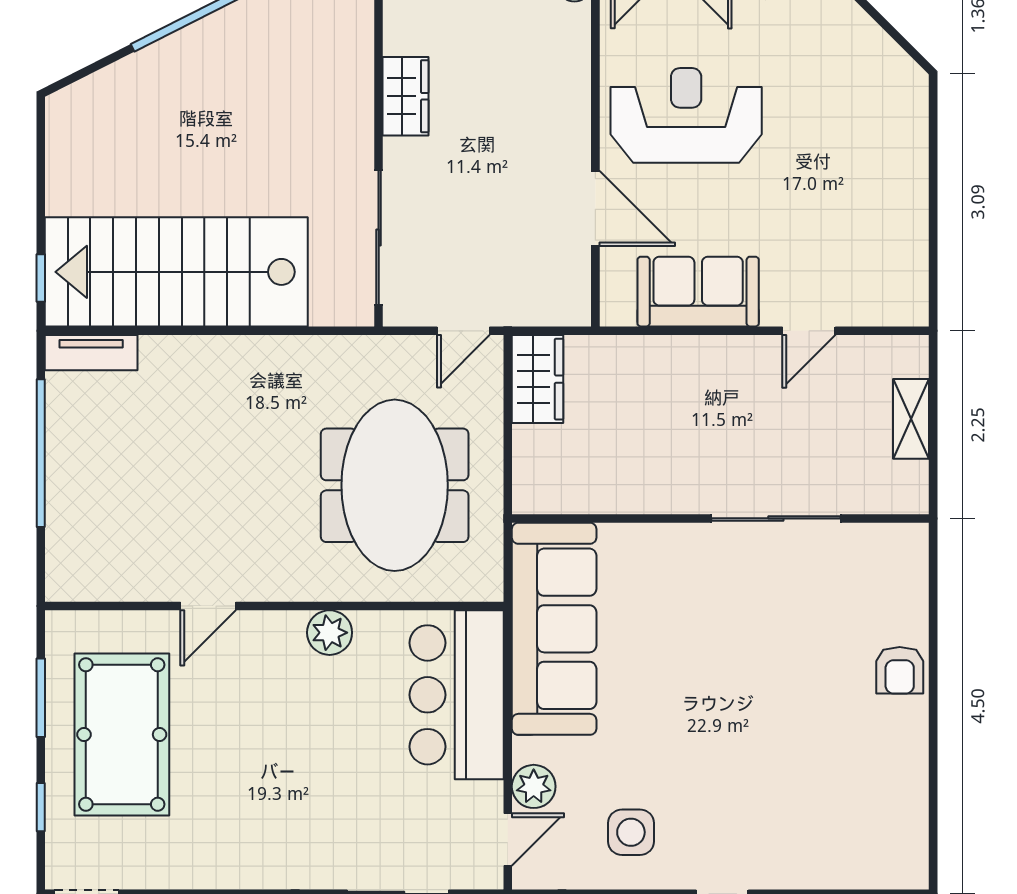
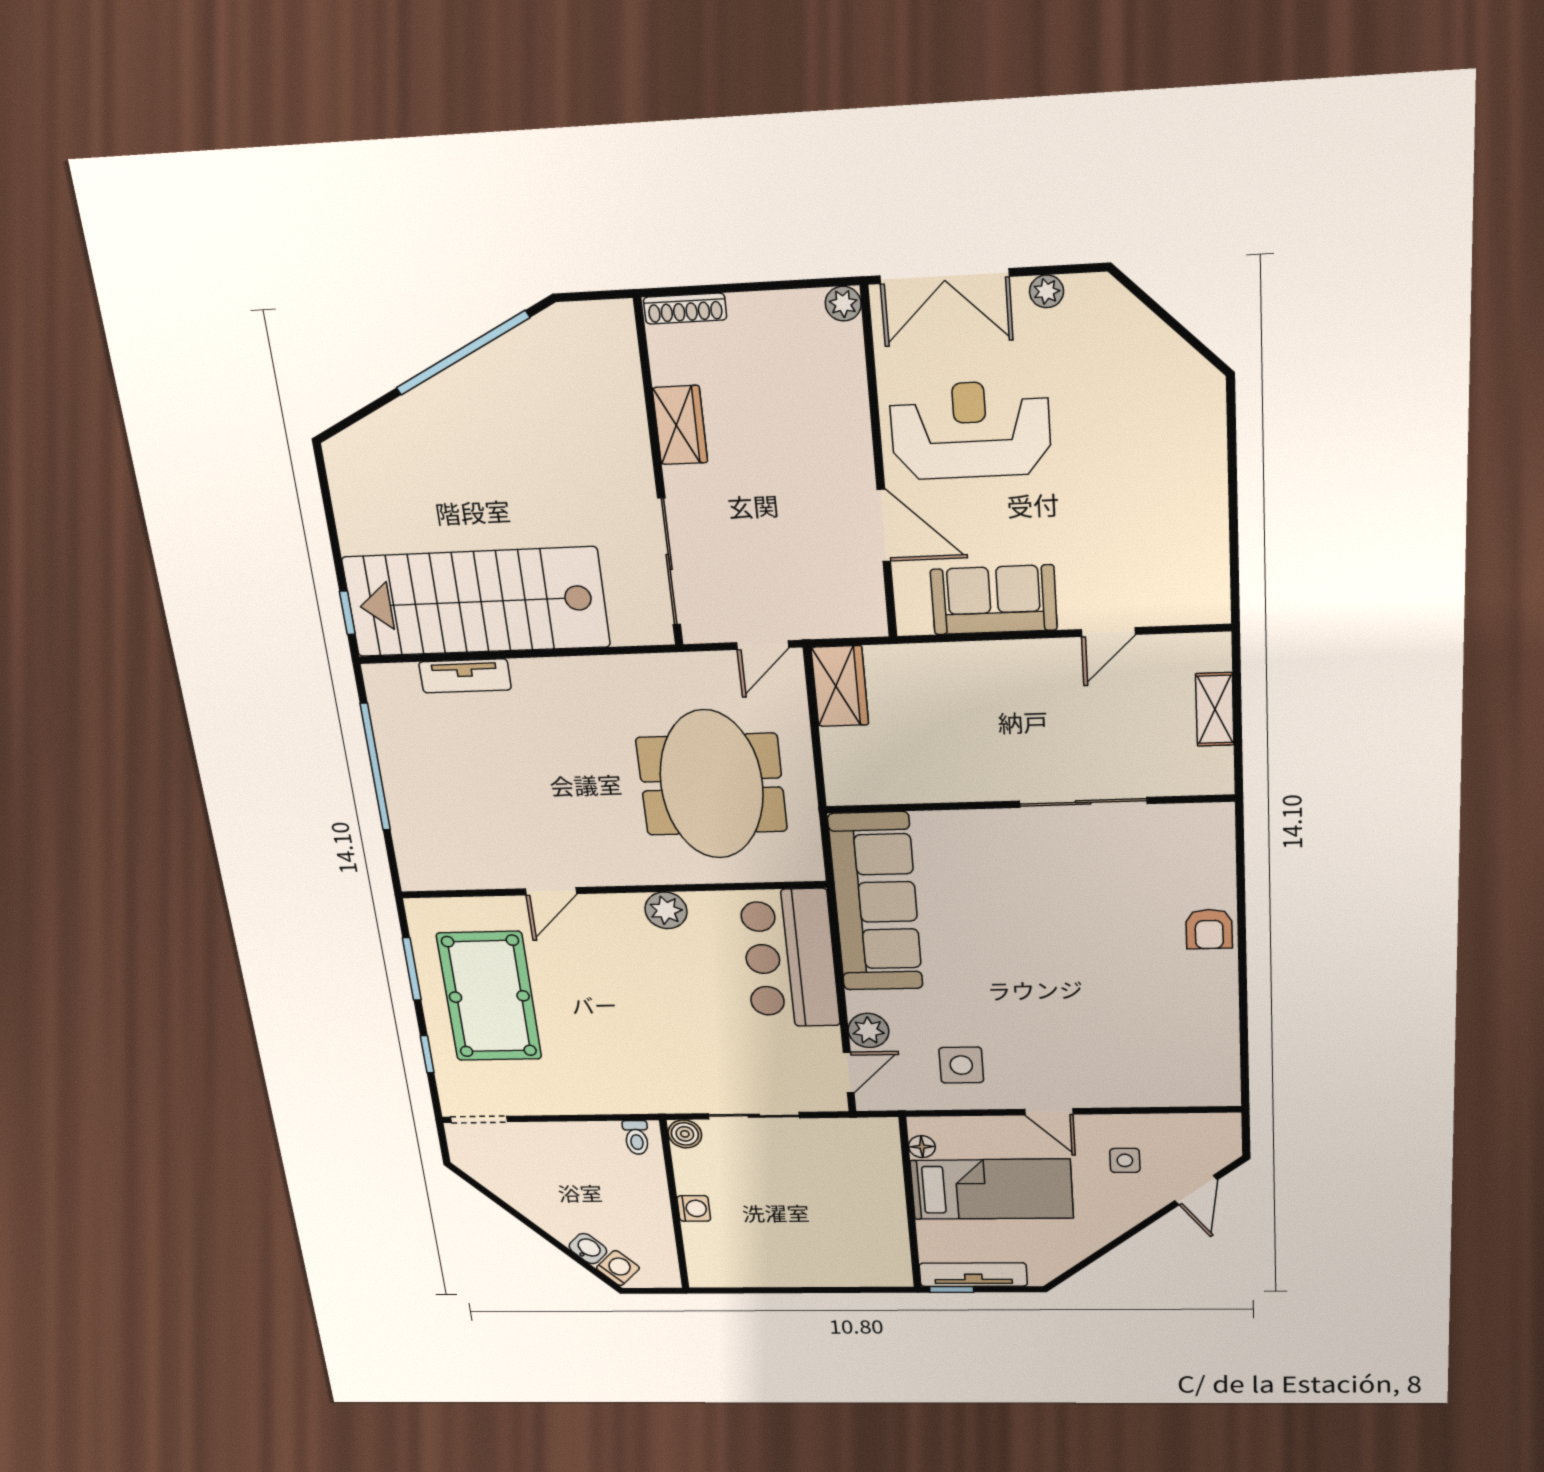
tv unit: (91, 353) -> (465, 676), moved

